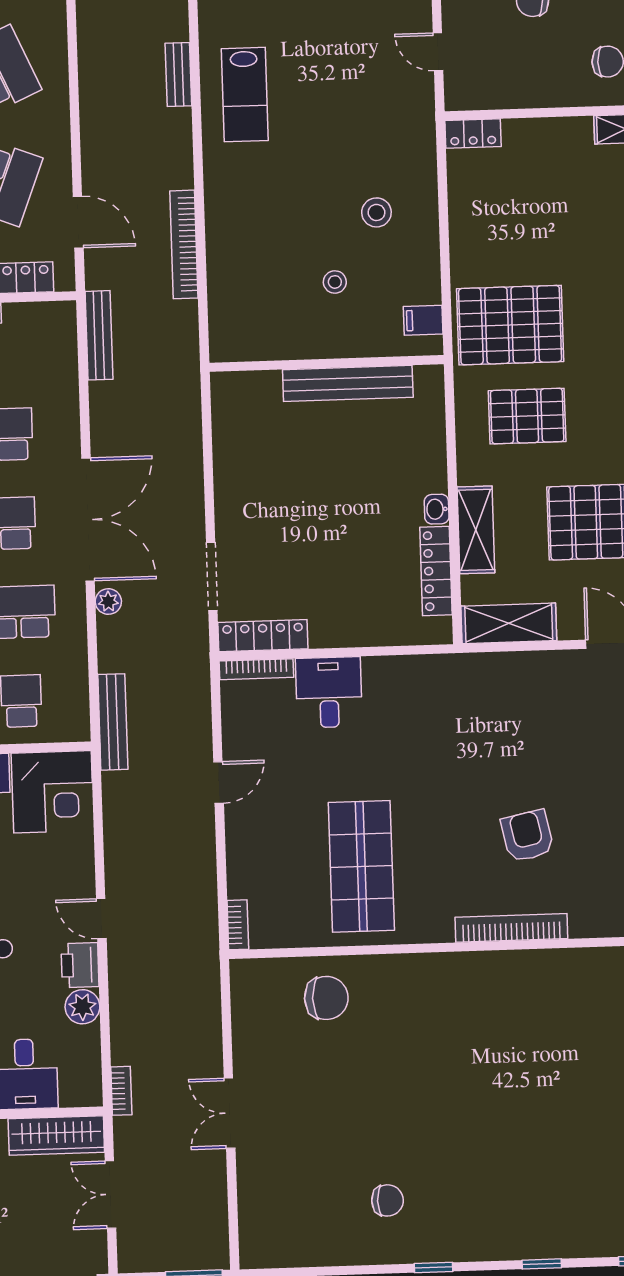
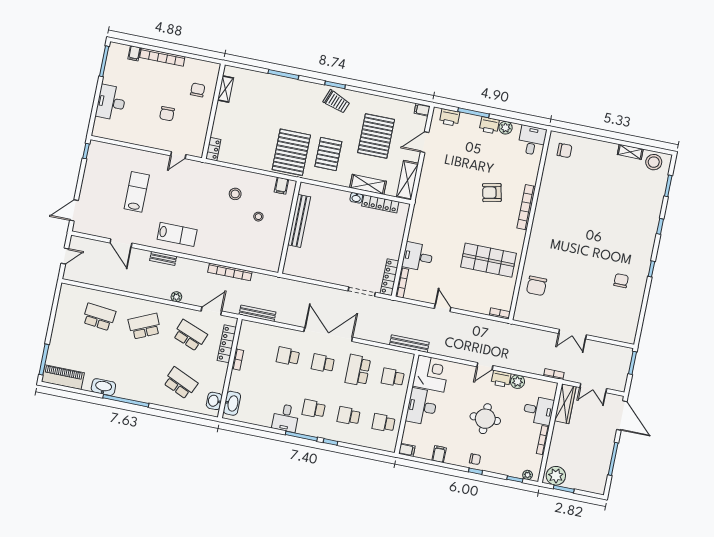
plant: (108, 602) -> (176, 297), moved
chair: (326, 998) -> (537, 286), turned 180

